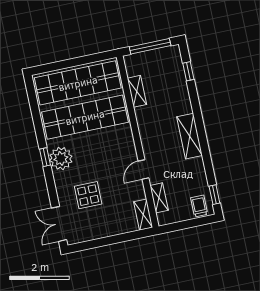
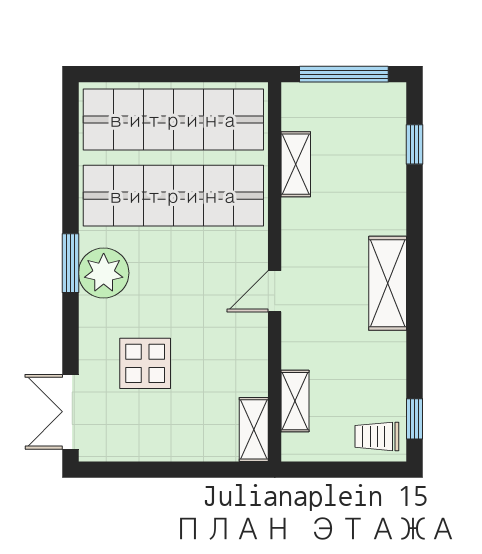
window: (45, 157) -> (70, 263), width x1.50
door: (143, 169) -> (275, 291), moved
trolley: (199, 206) -> (377, 436), turned -90

